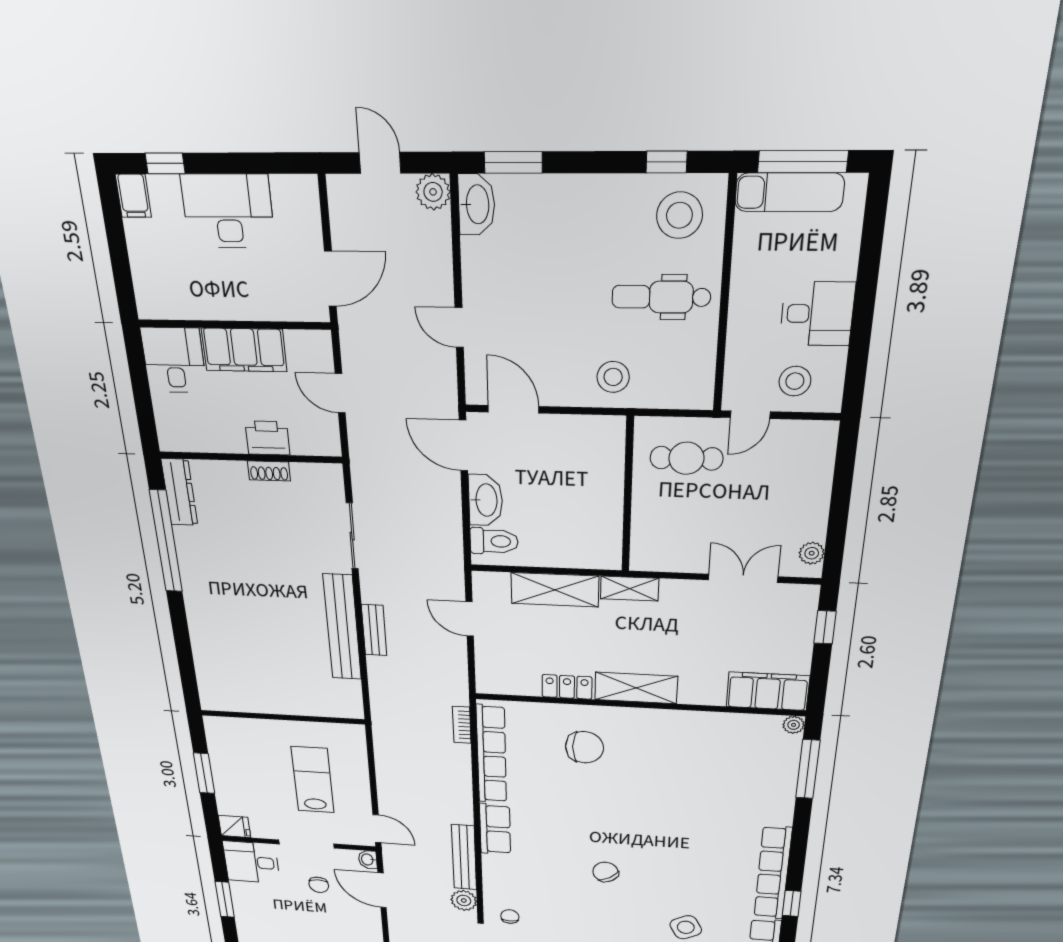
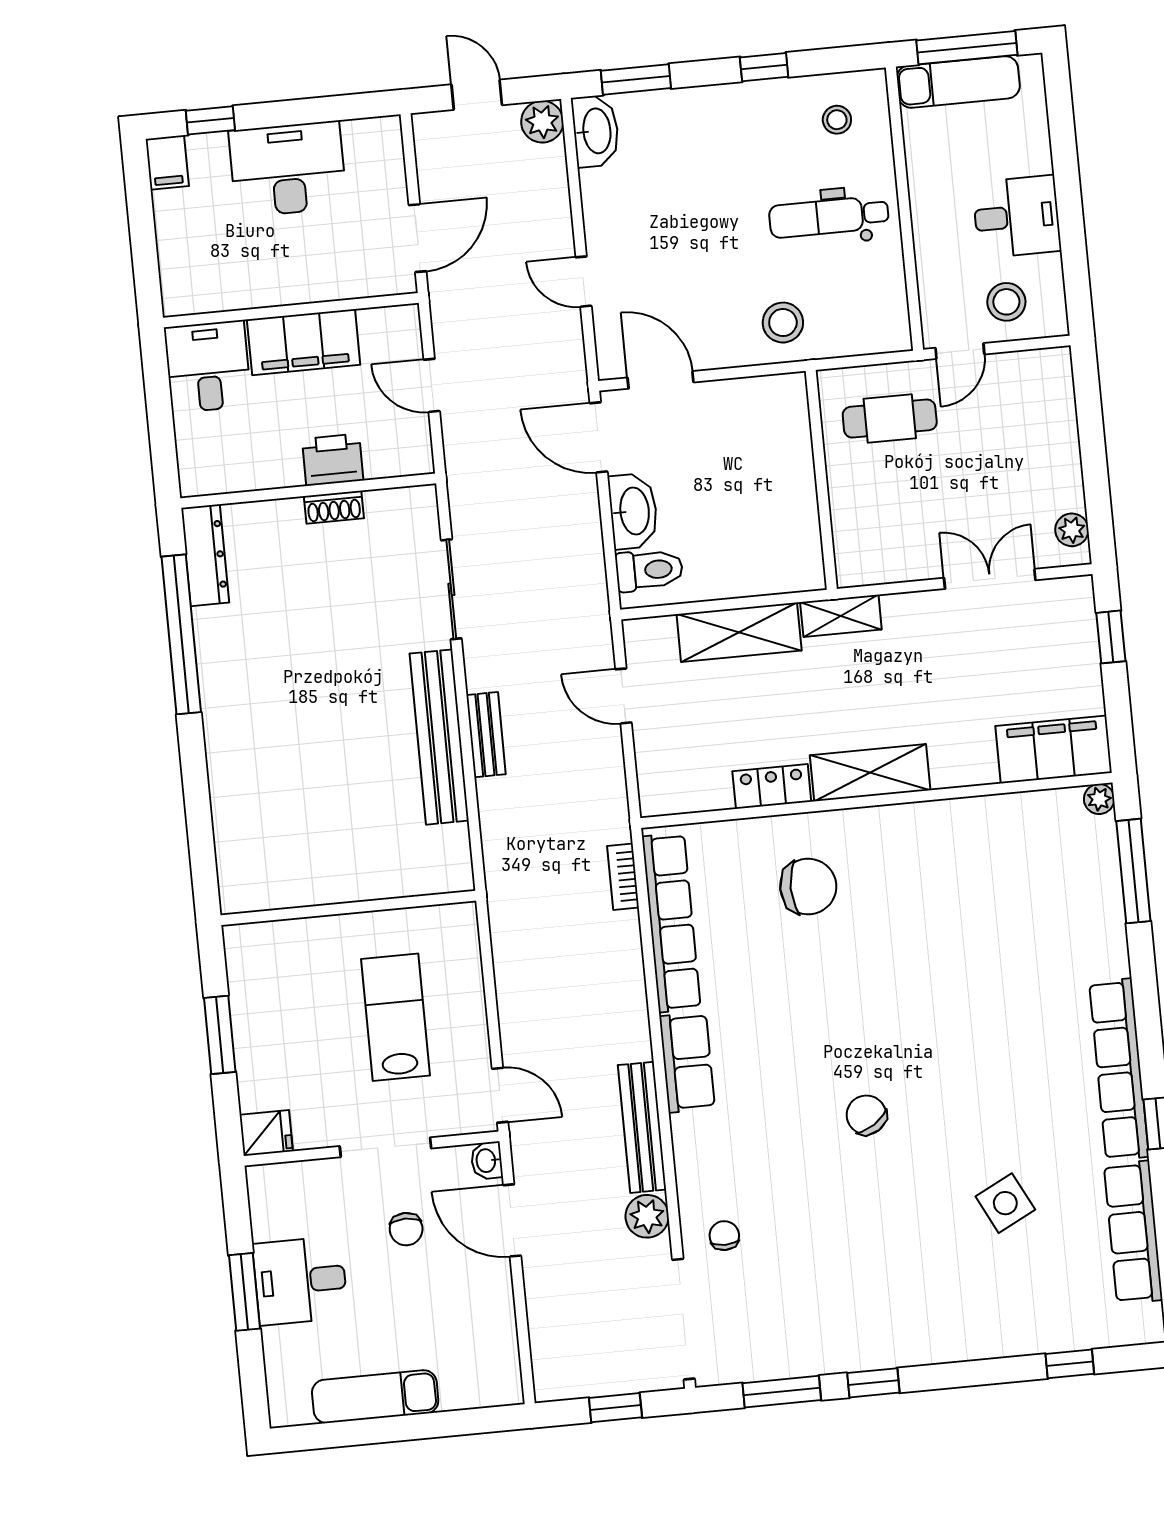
window: (667, 162) -> (764, 67), moved
stool: (679, 215) -> (837, 120), width x0.53, depth x0.53
desk: (251, 862) -> (300, 1281), moved

